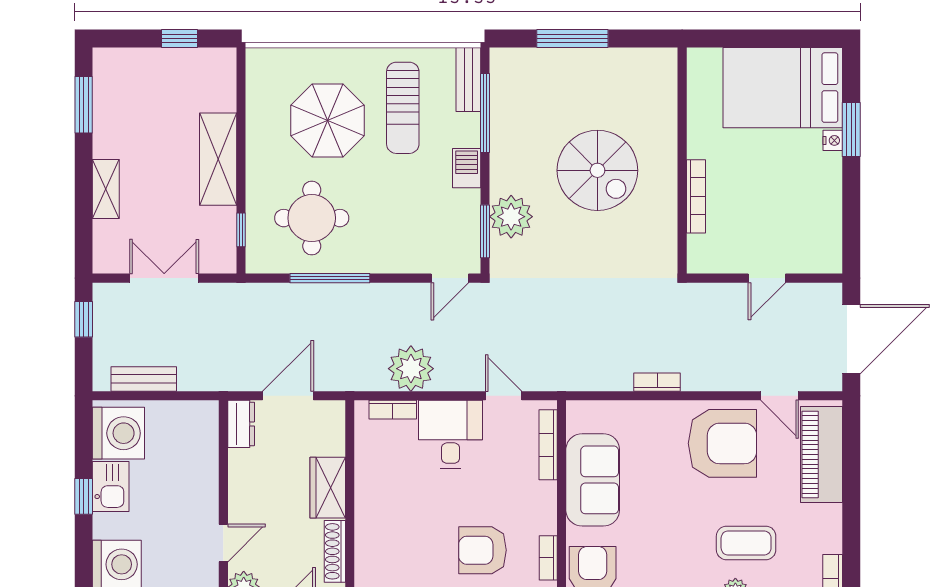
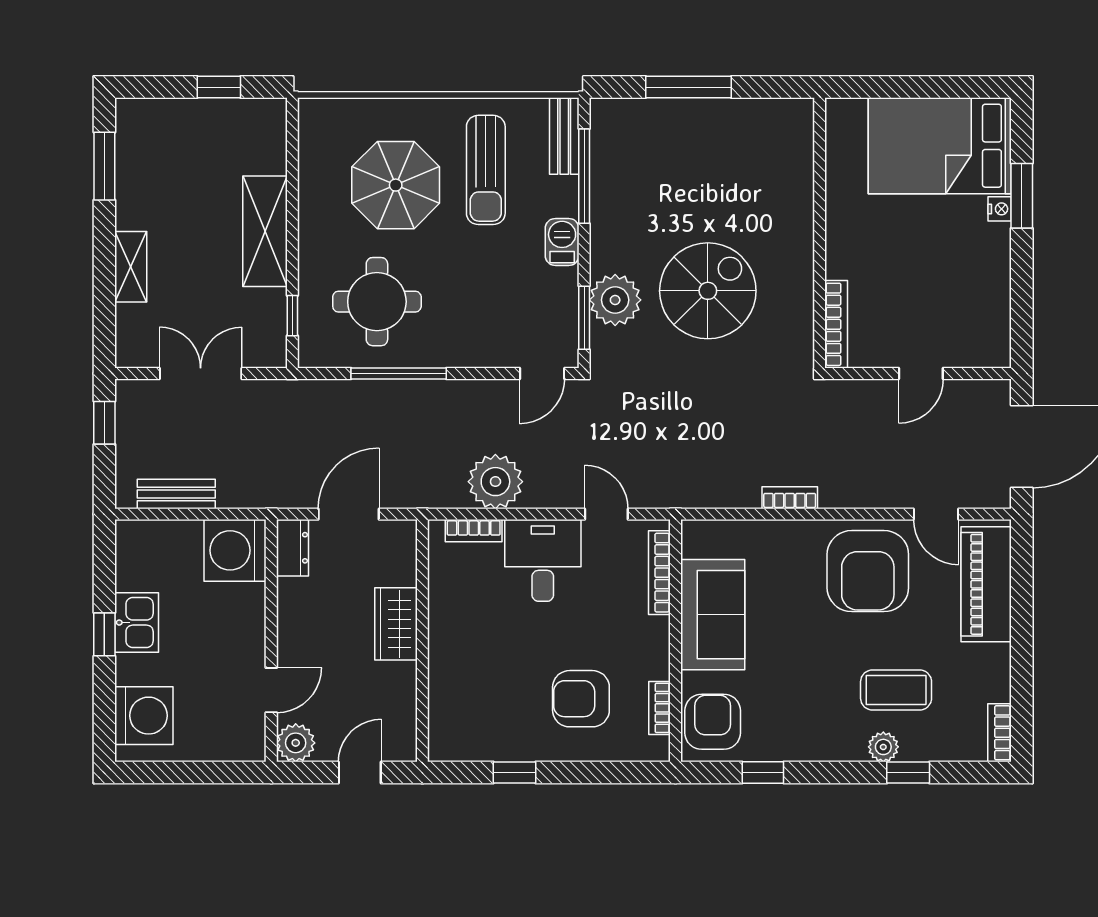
spiral stairs: (597, 170) -> (708, 291), moved, turned -90
bookcase: (696, 196) -> (836, 324), moved
washing machine: (118, 433) -> (235, 550), moved, turned 180
armchair: (722, 443) -> (868, 571), turned 90
shoe rack: (335, 551) -> (405, 700), removed

